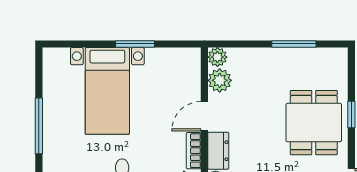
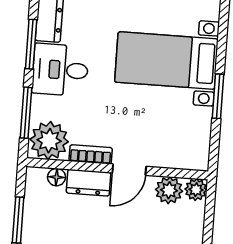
door: (204, 116) -> (129, 170), swing flipped

